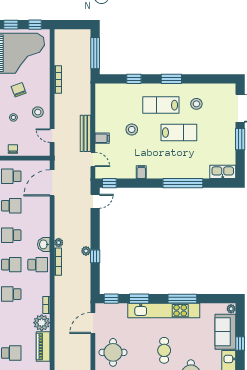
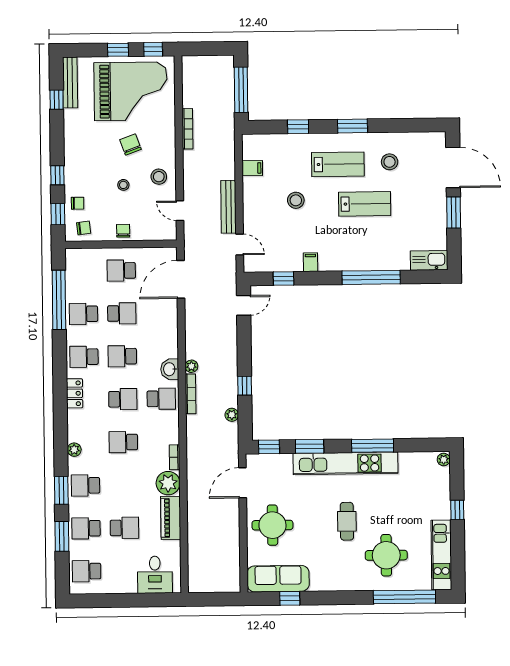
lab bench: (161, 105) -> (338, 164), turned 180
filing cabinet: (102, 138) -> (252, 168), moved
window: (109, 183) -> (284, 279), moved
plant: (86, 251) -> (232, 415), moved
sofa: (225, 332) -> (436, 493), removed

